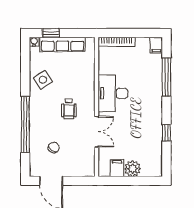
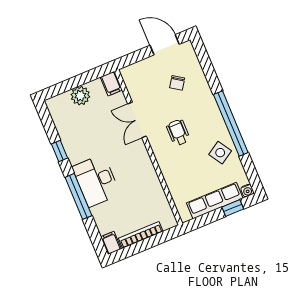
bookcase: (117, 42) -> (141, 235), moved
window: (166, 77) -> (78, 196), moved
desk: (113, 93) -> (96, 181), moved, turned 180
window: (25, 125) -> (231, 124), moved
filing cabinet: (117, 168) -> (111, 84), moved

